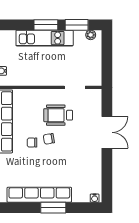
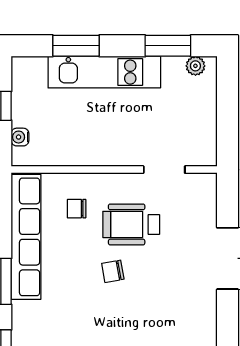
window: (46, 25) -> (76, 46), moved
chair: (32, 143) -> (77, 209), moved

